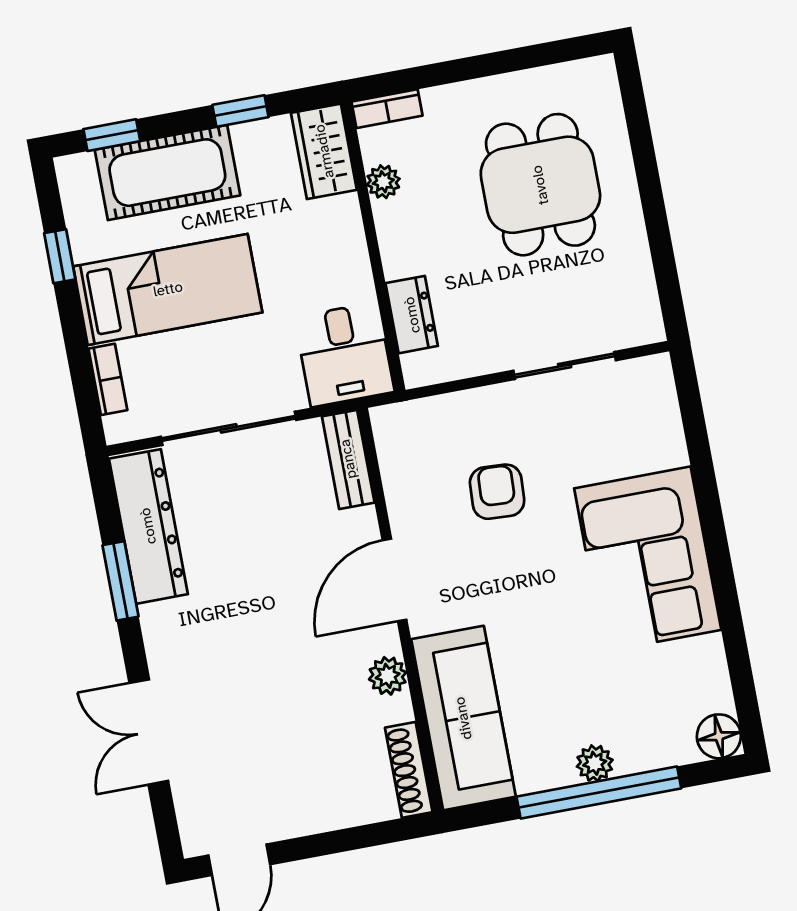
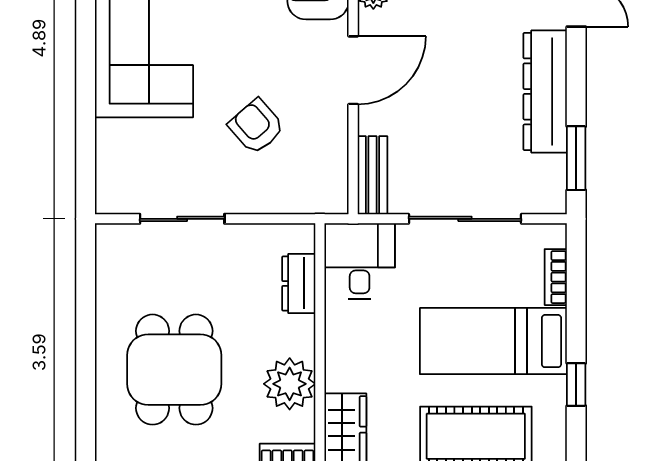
plant: (383, 182) -> (290, 384), width x1.87, depth x1.87
armchair: (497, 492) -> (256, 126), turned 136
dresser: (148, 526) -> (545, 91), moved
window: (120, 581) -> (576, 158), moved

